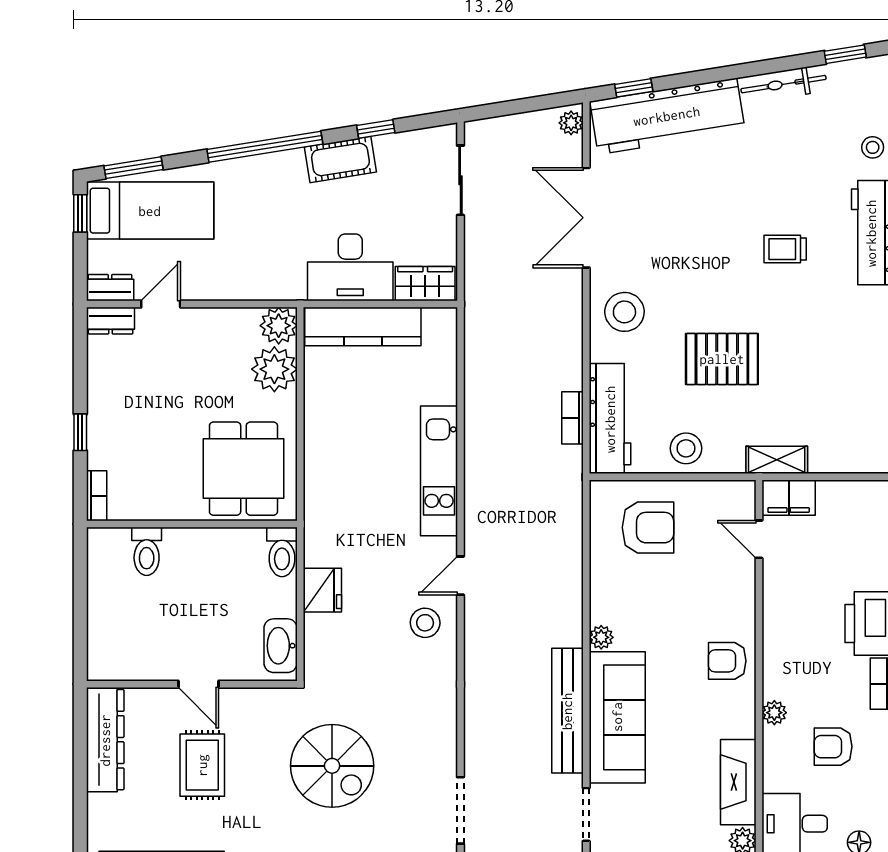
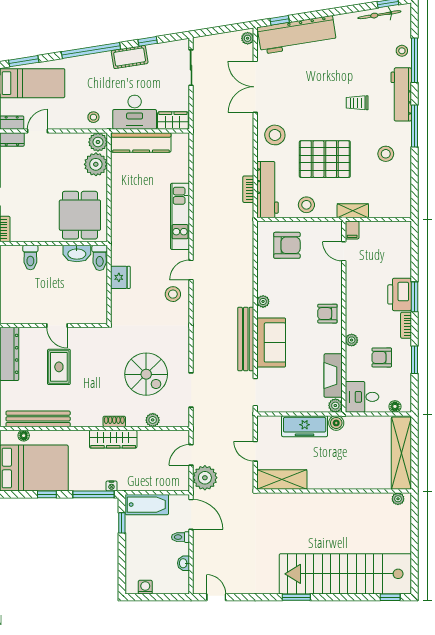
bicycle: (784, 84) -> (379, 15), moved
stool: (270, 277) -> (93, 117), added
stool: (841, 349) -> (386, 154), added
pallet: (722, 359) -> (325, 159), width x1.37, depth x1.41
filing cabinet: (789, 498) -> (352, 230), width x0.50
washbasin: (281, 646) -> (77, 254), moved, turned -90
sofa: (617, 717) -> (271, 342), width x0.73
spiral stairs: (332, 766) -> (146, 374), moved

